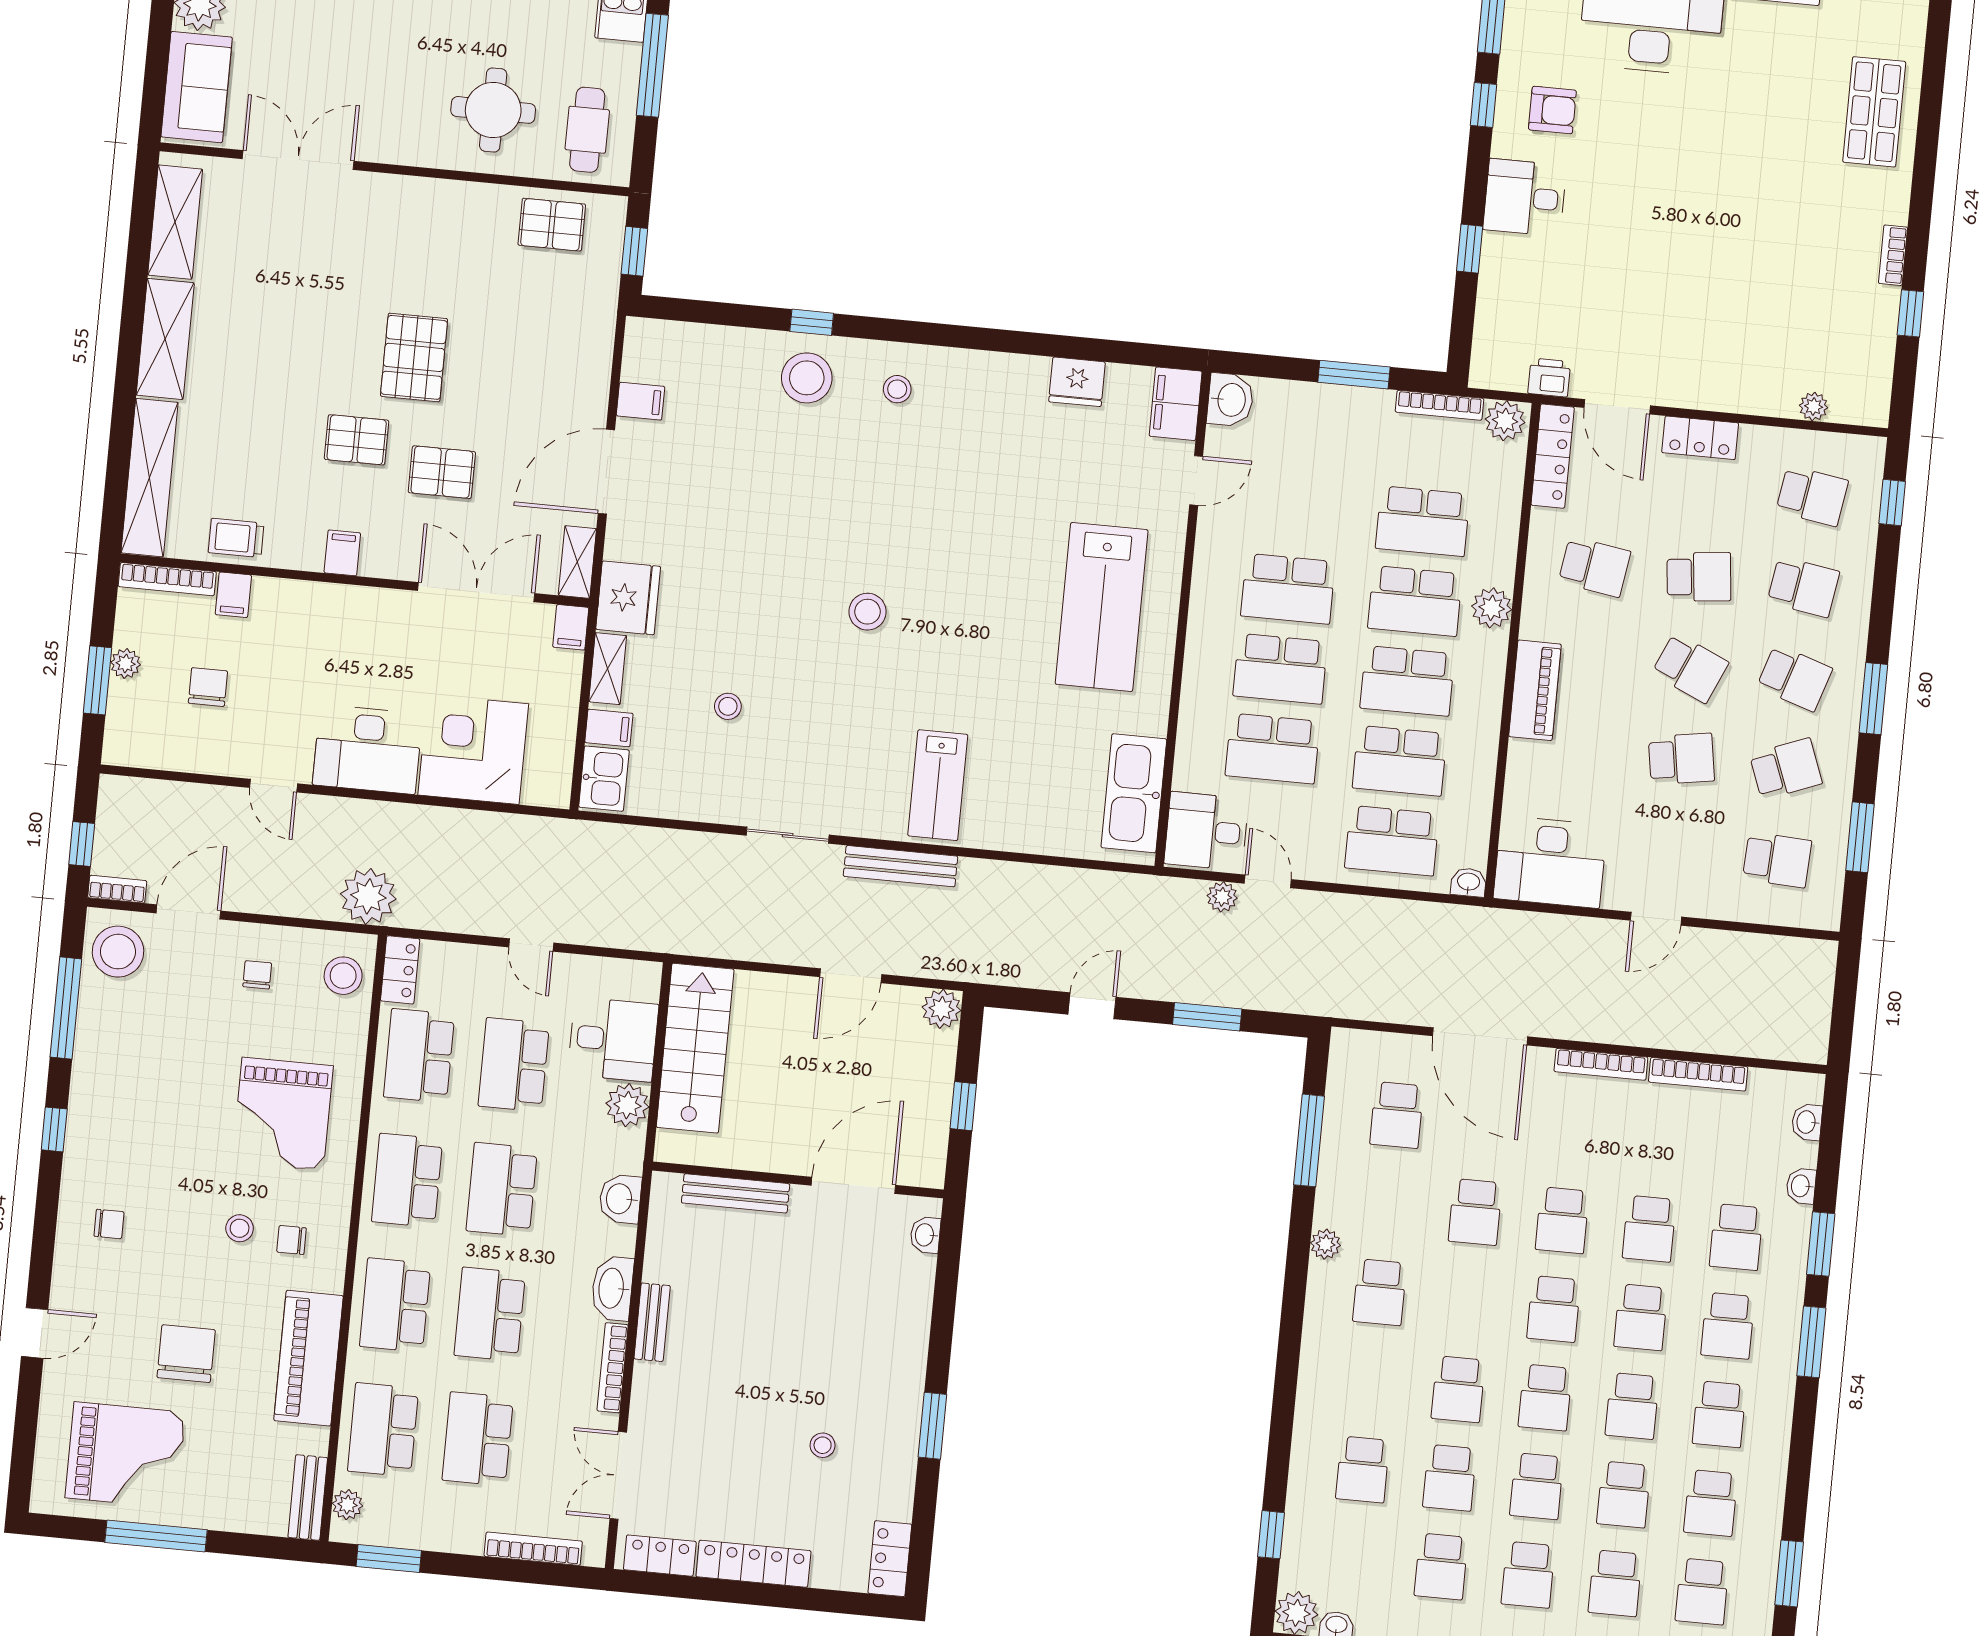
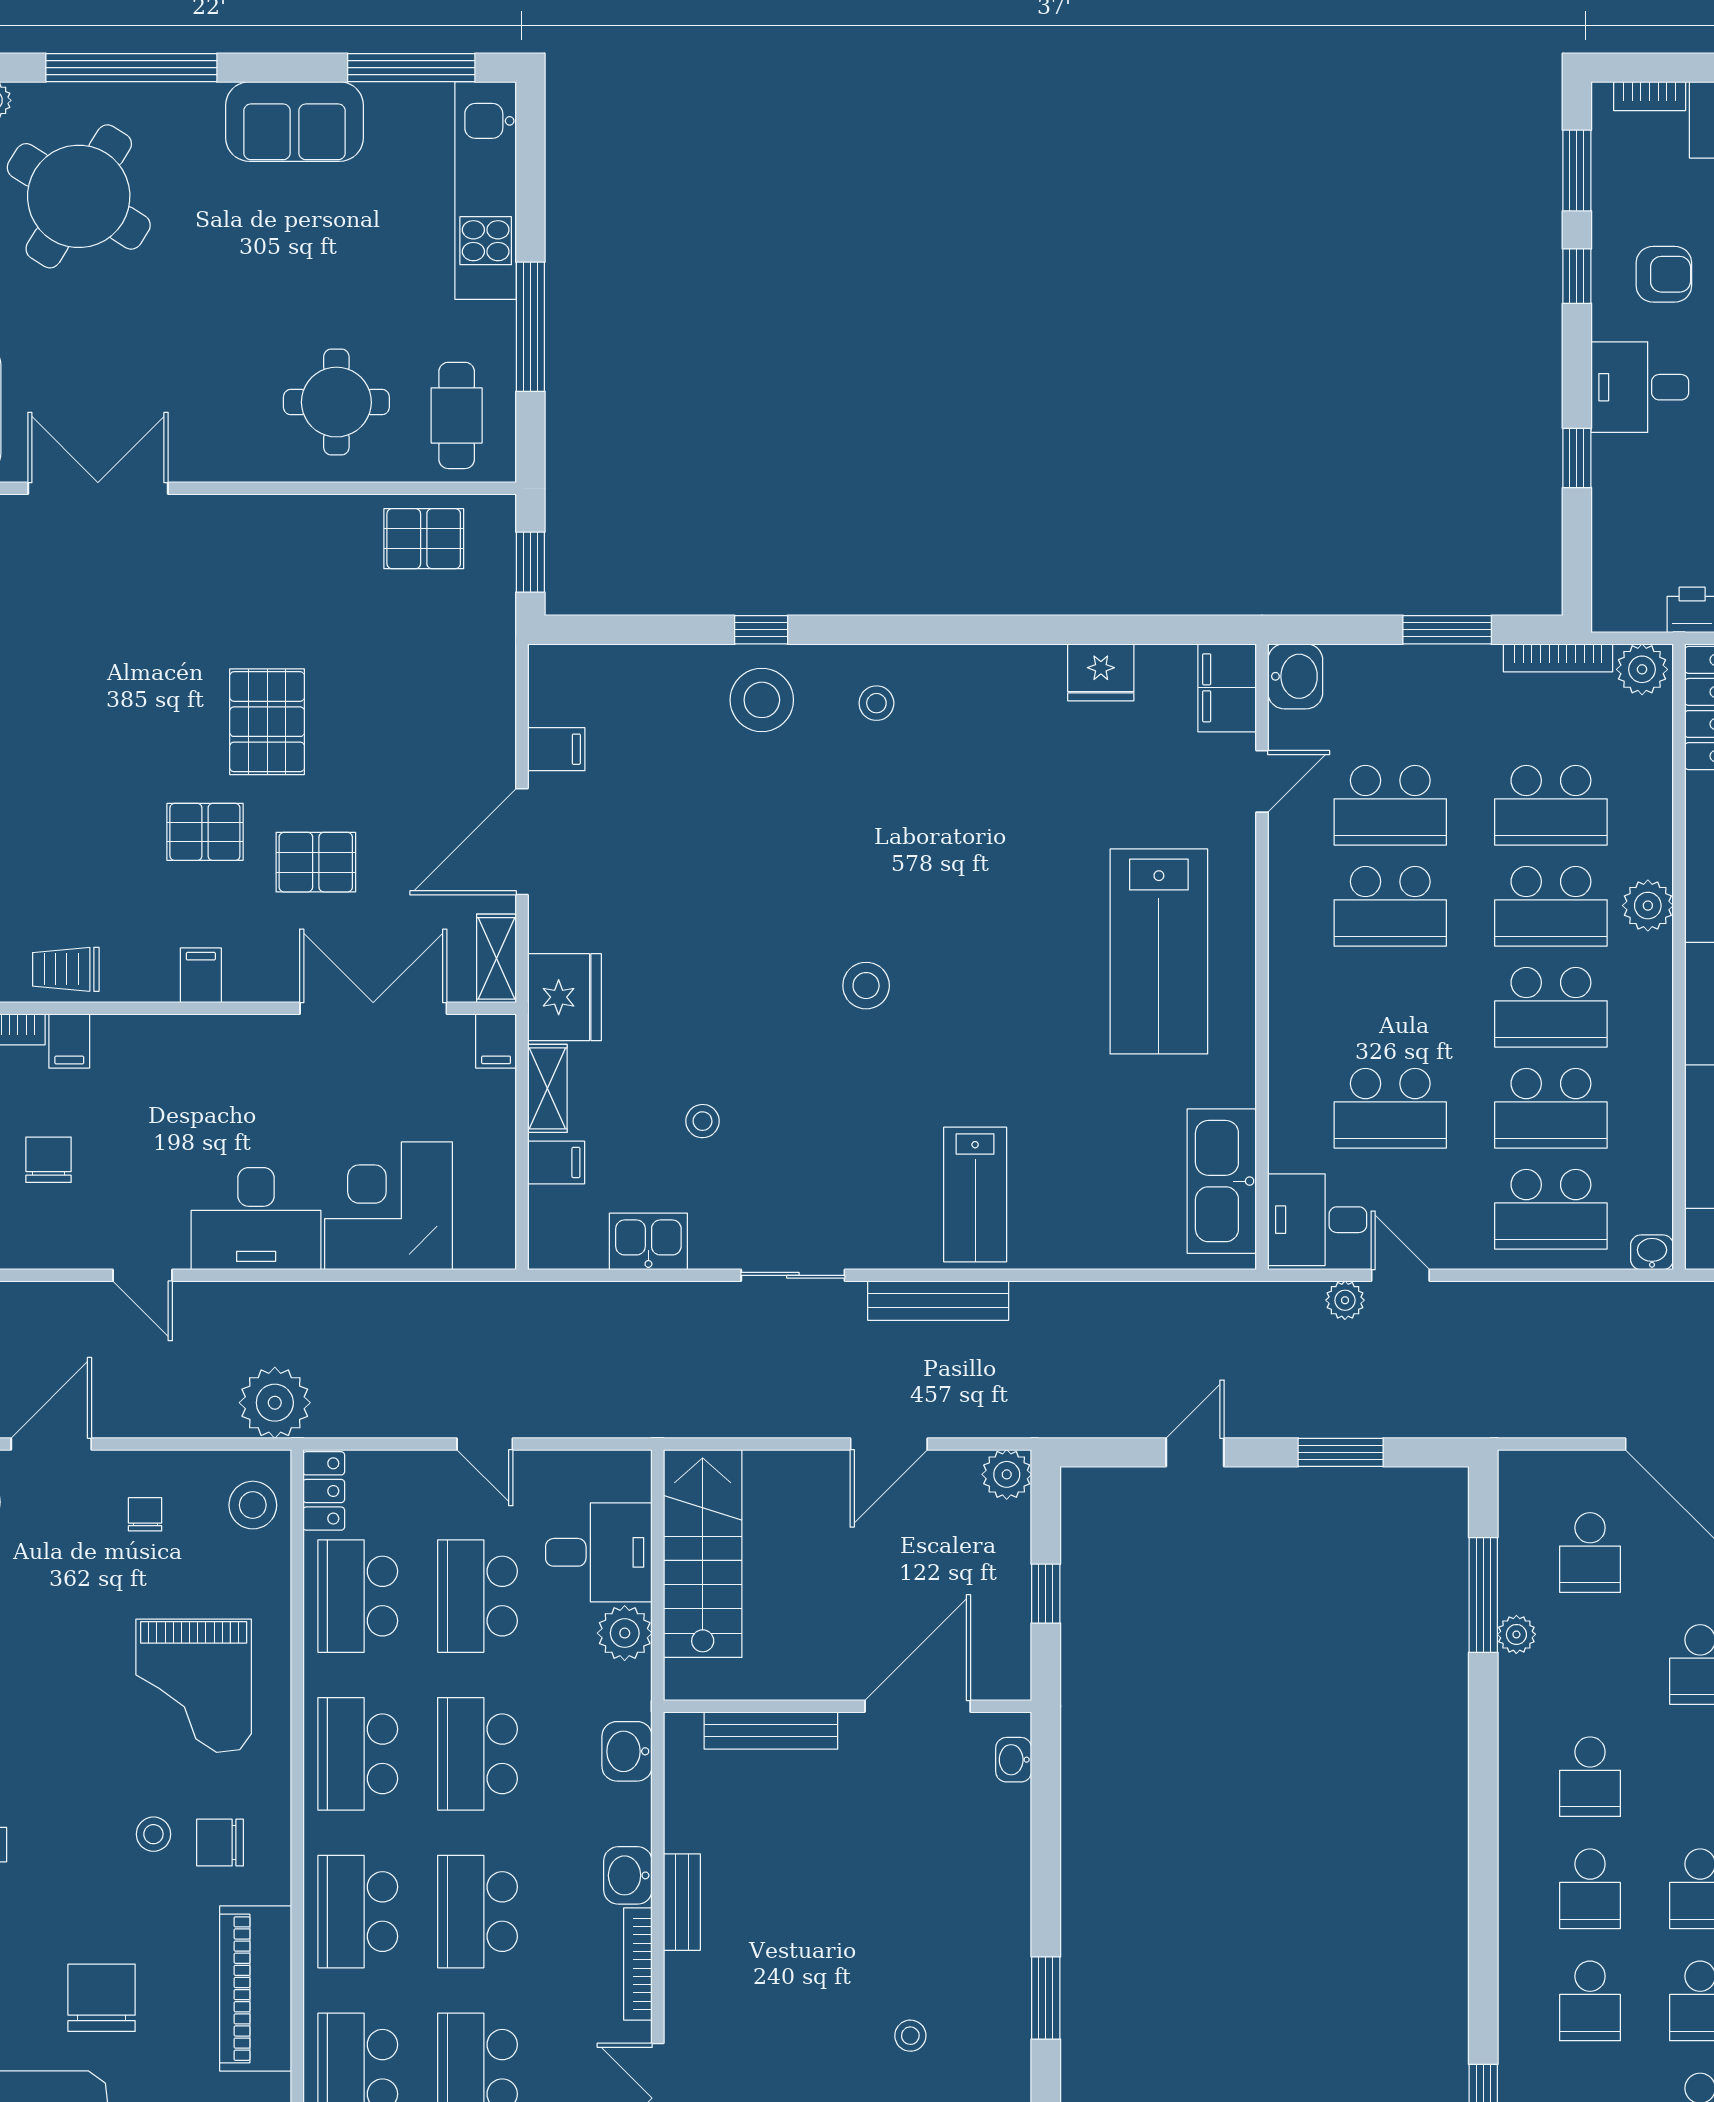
school desk: (1280, 669) -> (1390, 805), moved
kitchen sink: (604, 779) -> (648, 1241), moved, turned -90
chair: (292, 1240) -> (220, 1843), width x1.37, depth x1.37
plant: (1326, 1244) -> (1516, 1634), moved
washbasin: (612, 1288) -> (628, 1875), width x0.72
school desk: (1371, 1381) -> (1590, 1889), added

